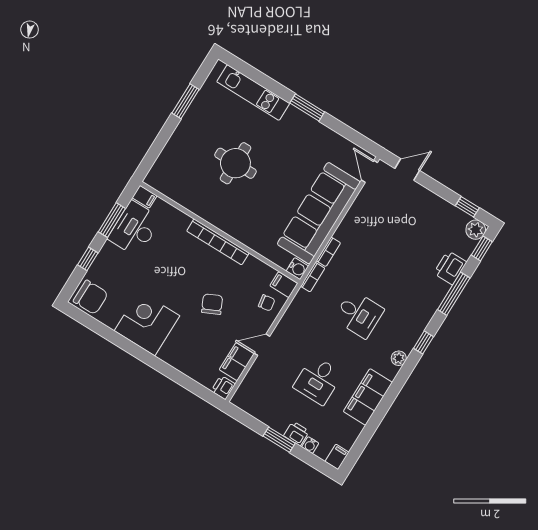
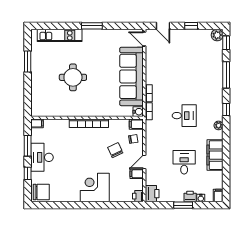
door: (407, 170) -> (163, 26), swing flipped
window: (467, 207) -> (191, 26), moved
desk: (135, 229) -> (42, 157), moved
printer: (450, 268) -> (152, 194), moved, turned 180
chair: (212, 304) -> (115, 150), moved
corner desk: (147, 323) -> (95, 188), moved
filing cabinet: (237, 362) -> (137, 174), width x0.50
desk: (318, 380) -> (184, 162), turned 180

